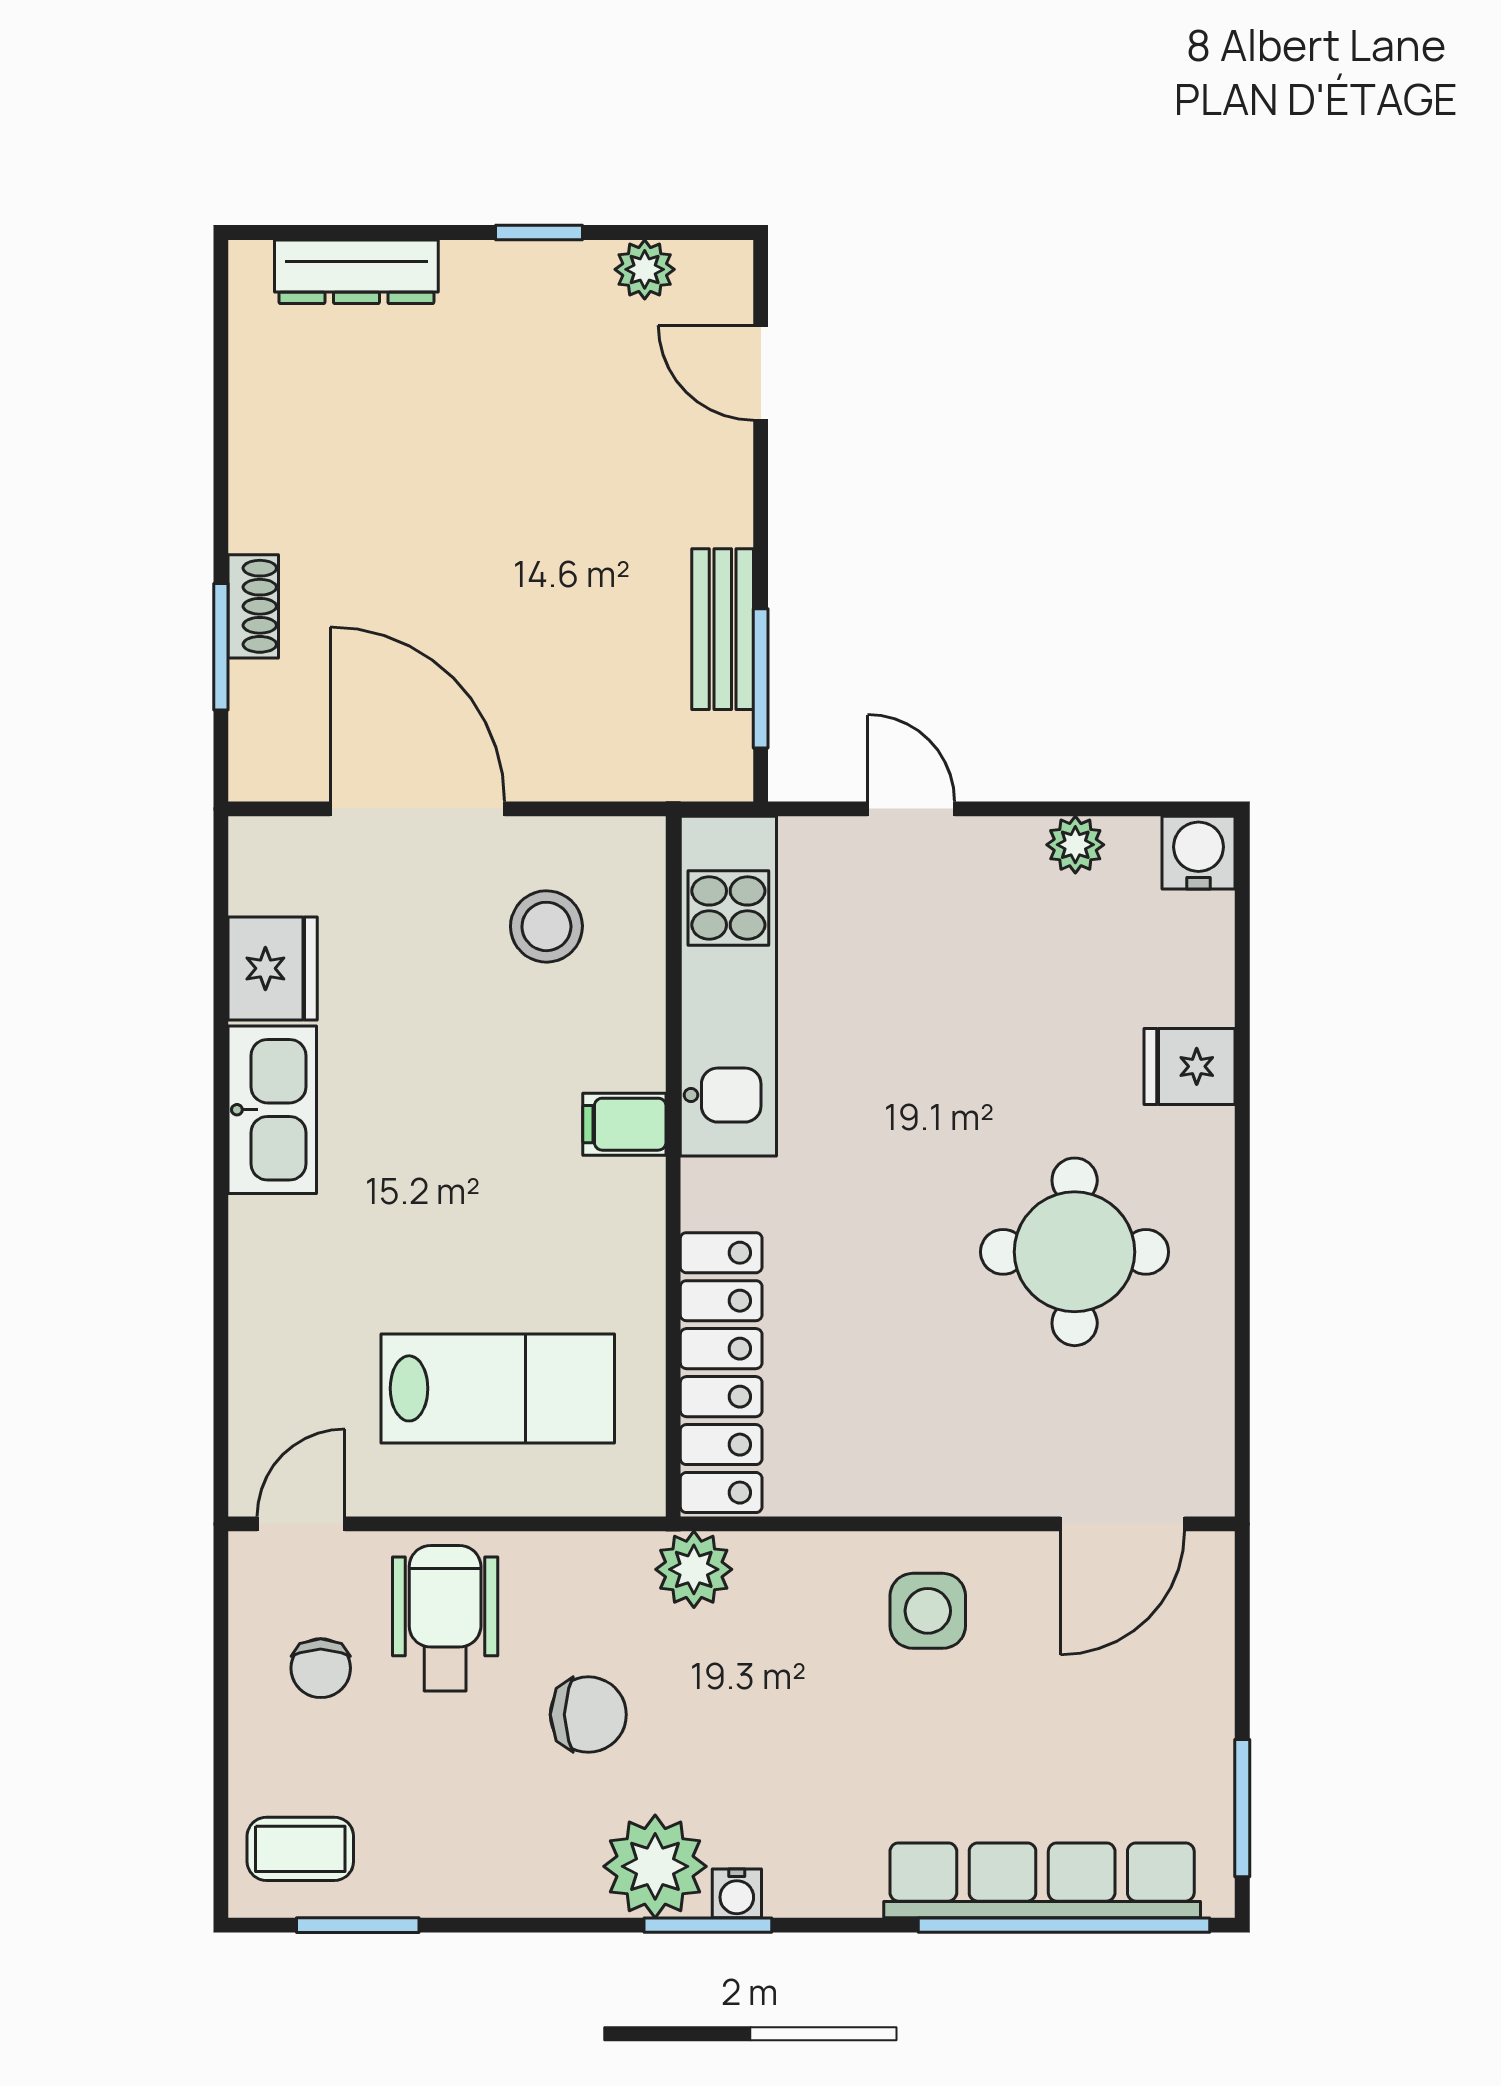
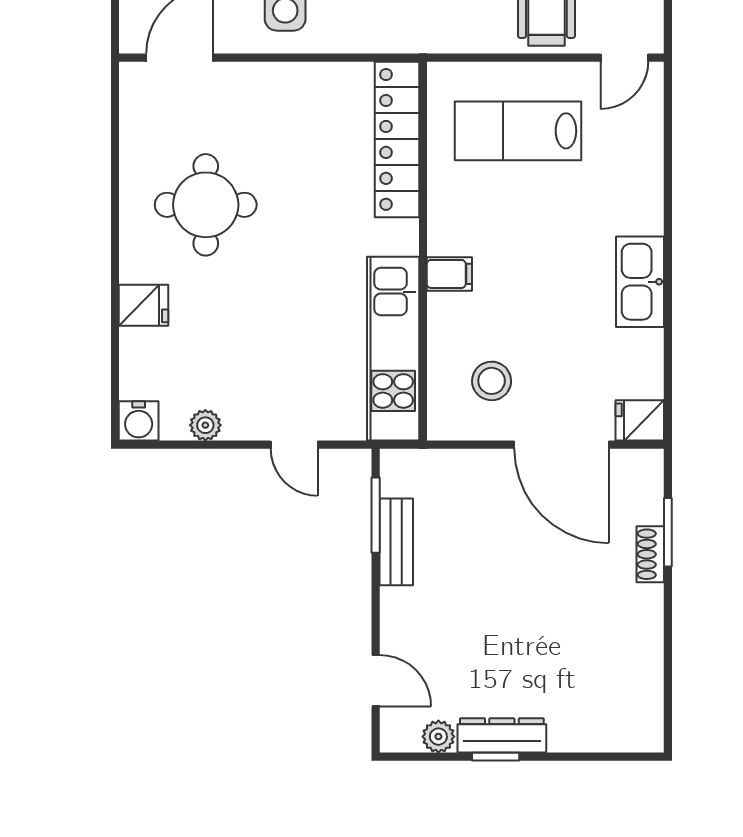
dresser: (356, 272) -> (502, 735), moved
fridge: (273, 968) -> (640, 420), moved, width x0.72
plant: (694, 1569) -> (412, 33), removed

